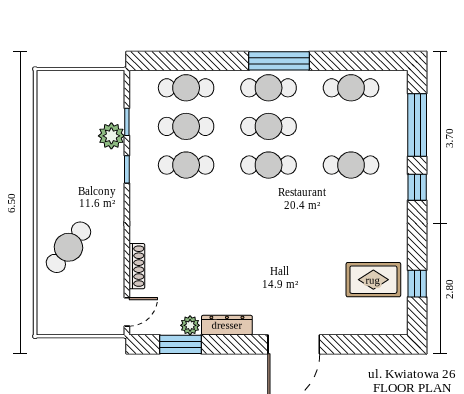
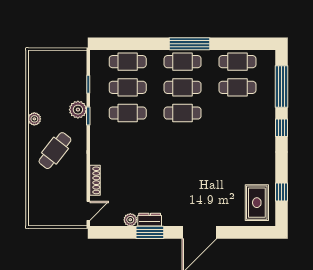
plant: (111, 136) -> (78, 110), moved
cafe table: (351, 165) -> (237, 87), moved
plant: (46, 174) -> (34, 119), added
cafe table: (68, 247) -> (55, 151), moved
rug: (373, 280) -> (257, 203), moved, turned 90
dresser: (227, 325) -> (150, 220), width x0.70
window: (181, 344) -> (150, 232), moved

